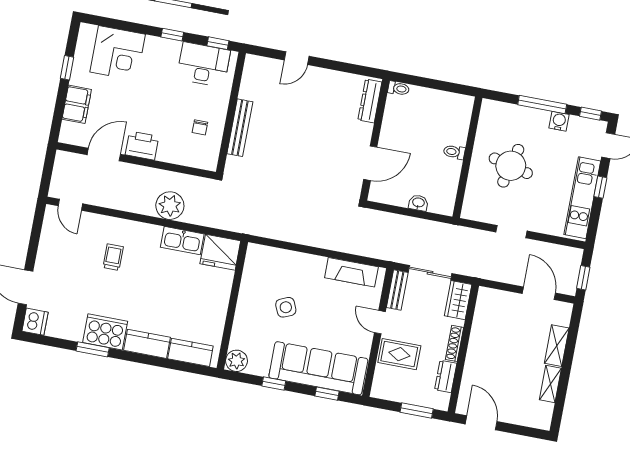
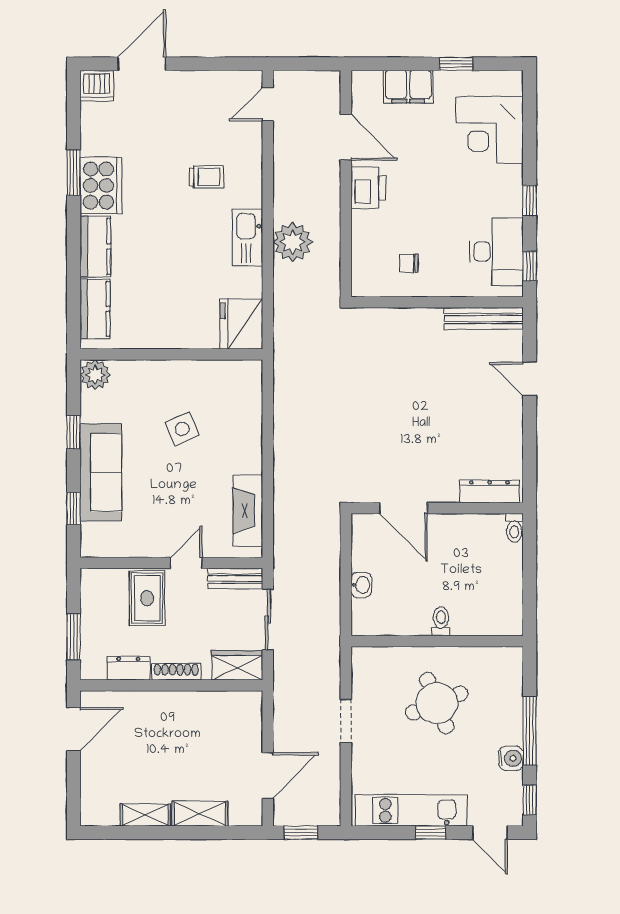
bench: (240, 128) -> (484, 319), moved
round table: (511, 166) -> (437, 703), turned -36
kitchen sink: (182, 241) -> (247, 238), moved
sofa: (318, 368) -> (101, 472), width x0.74, depth x0.79

